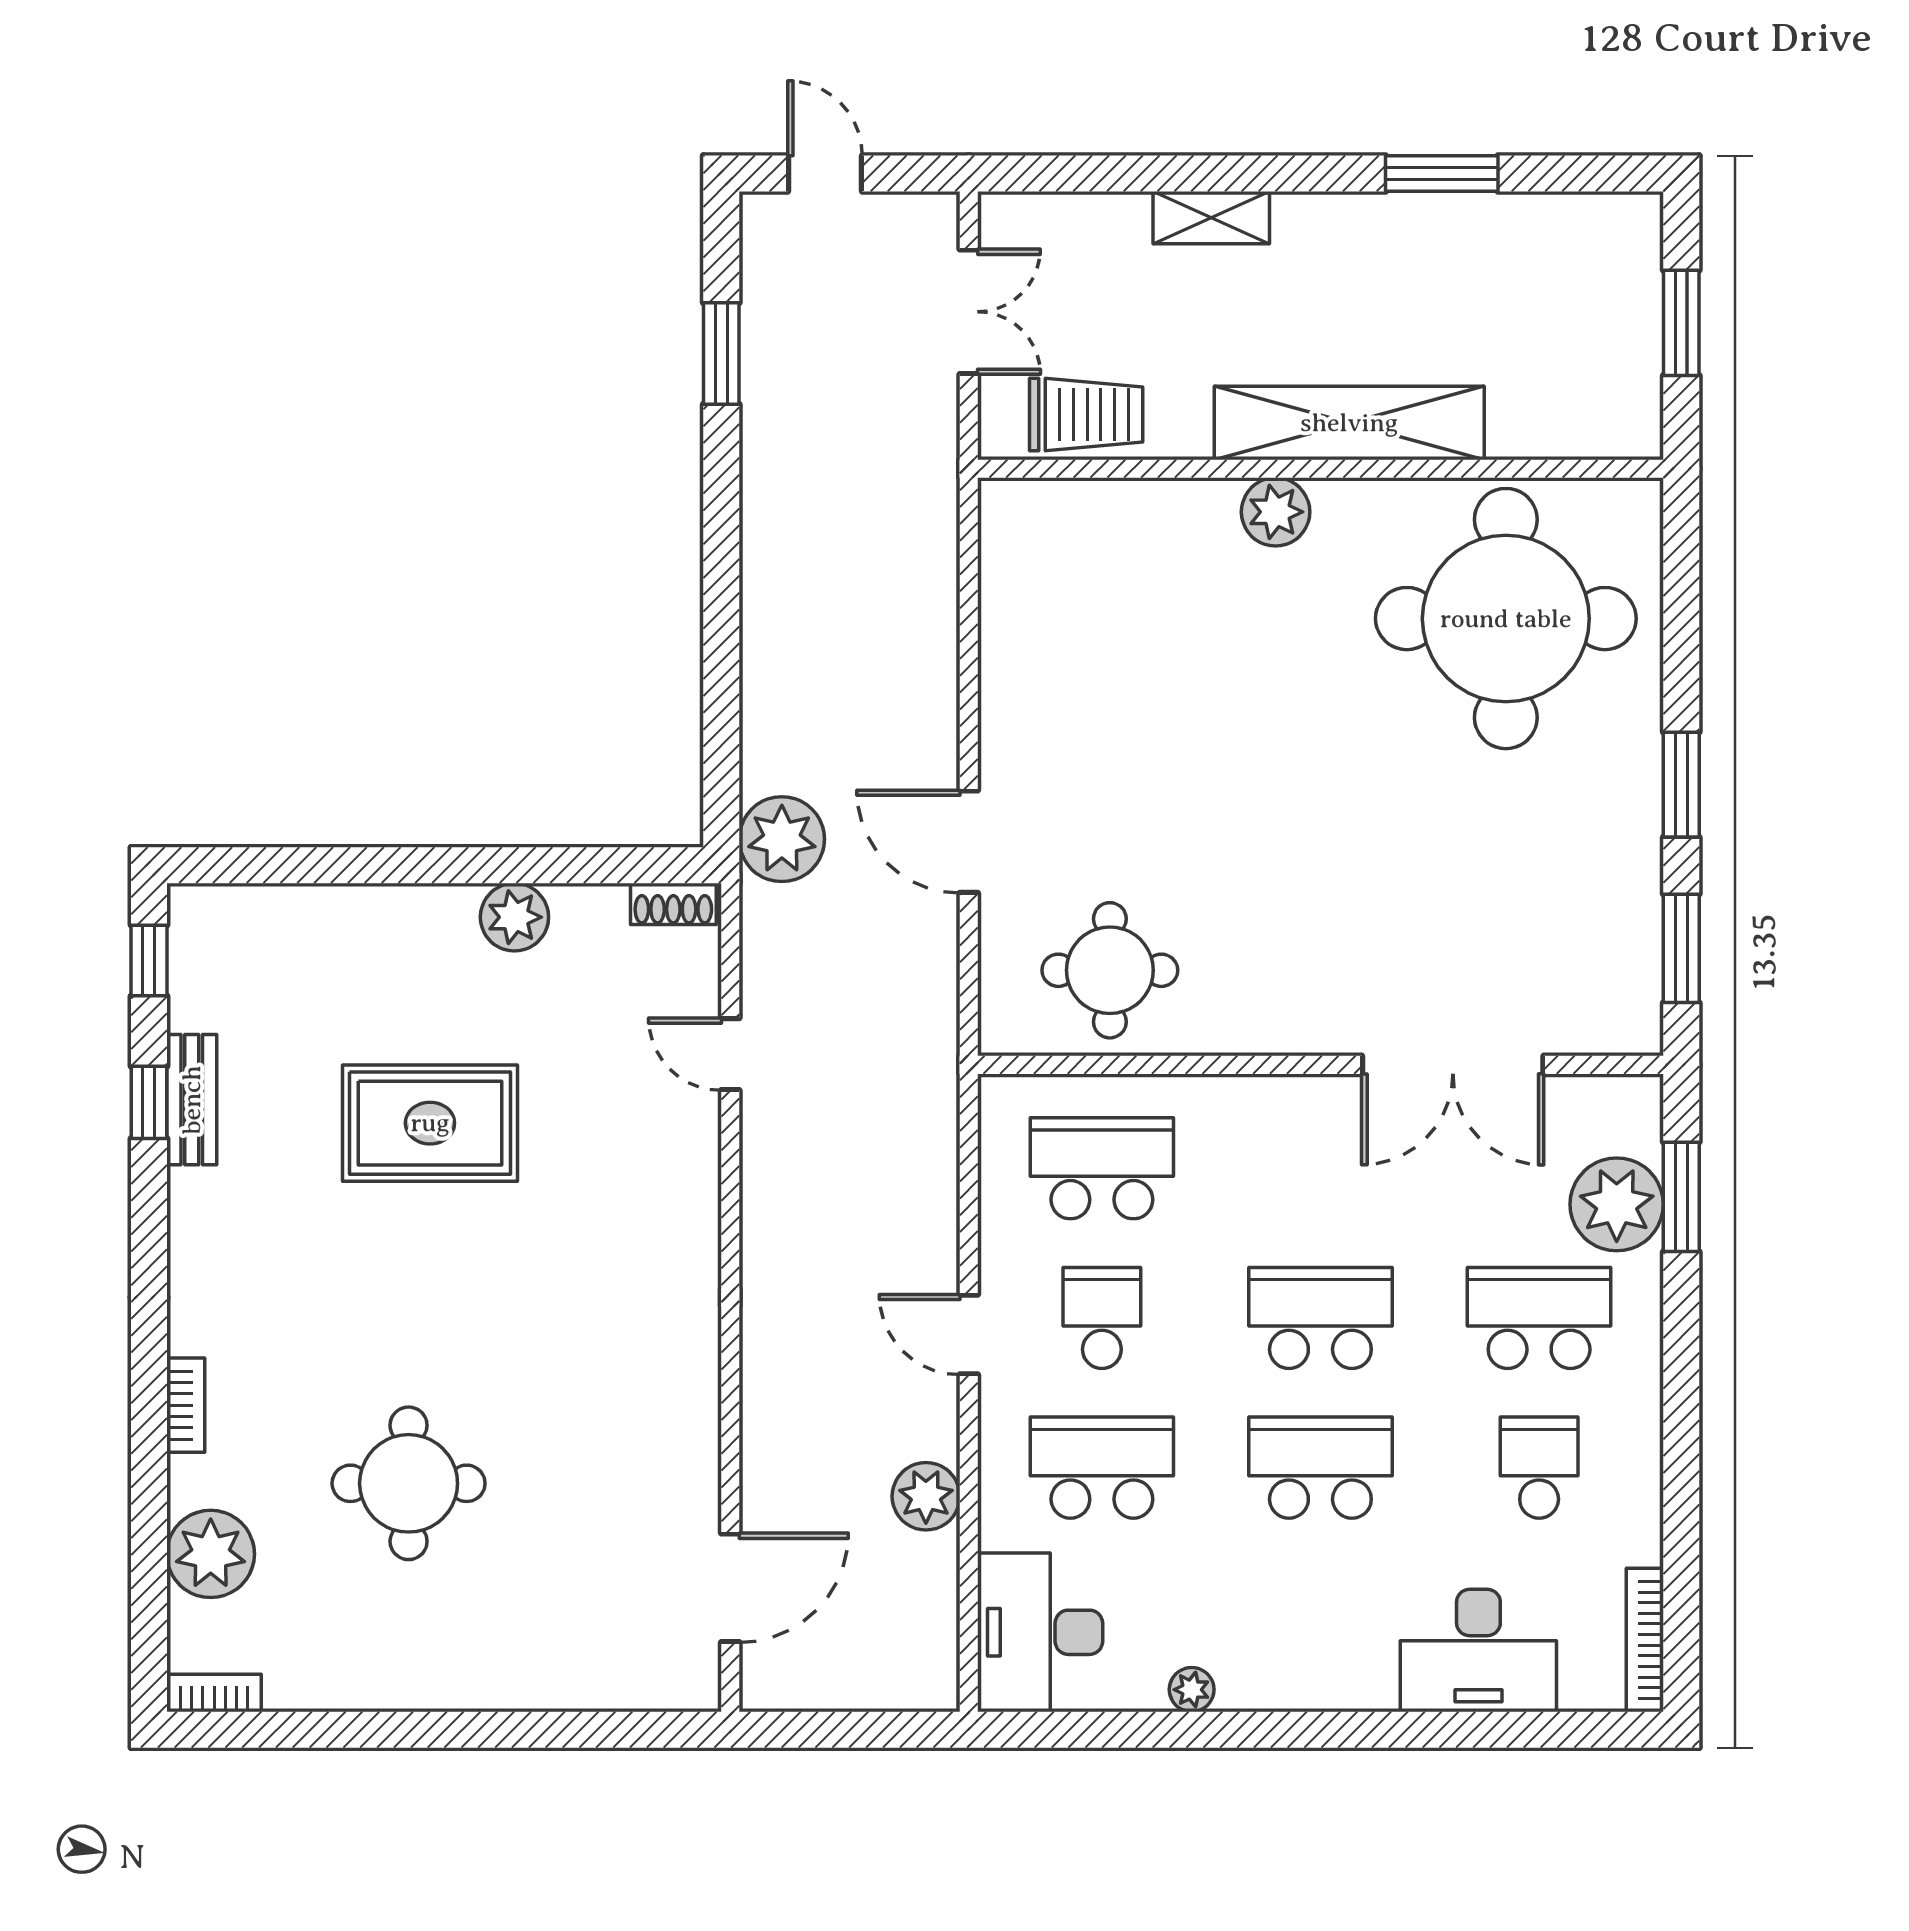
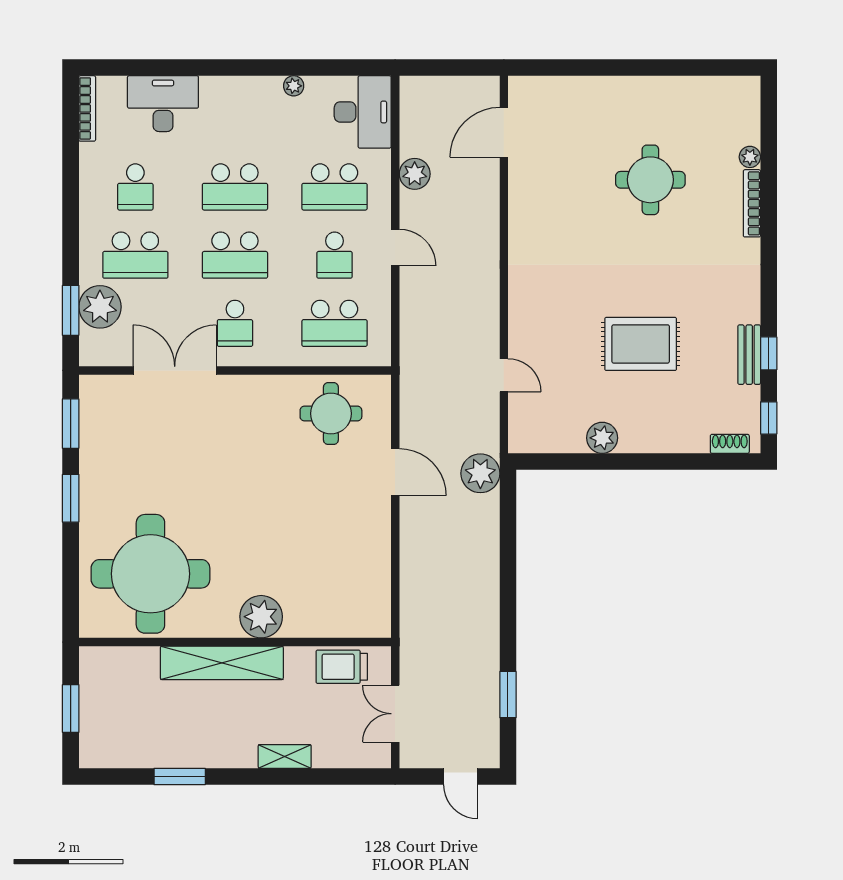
plant: (1276, 512) -> (261, 617), width x1.36, depth x1.36
shoe rack: (673, 904) -> (730, 444), moved
school desk: (1320, 1168) -> (235, 323), added
bookcase: (186, 1405) -> (752, 203), width x1.56
plant: (211, 1554) -> (750, 157), width x0.53, depth x0.53
bookcase: (214, 1693) -> (739, 84), removed

